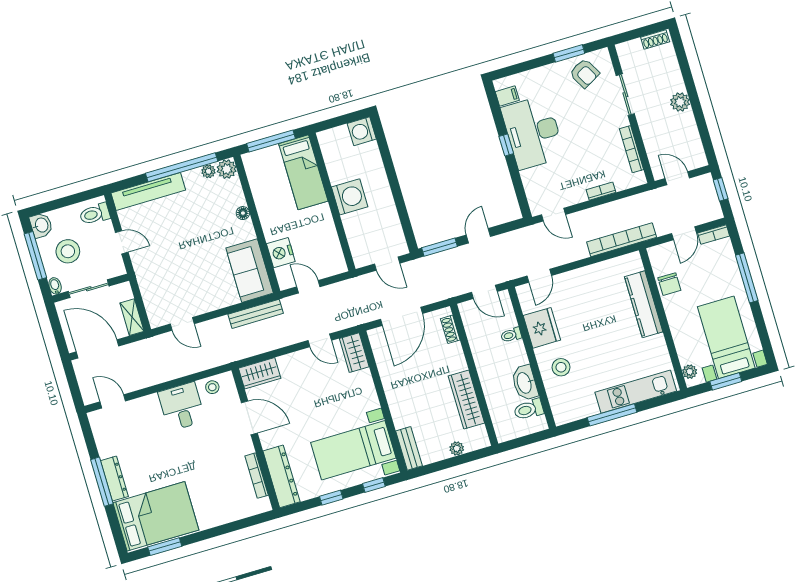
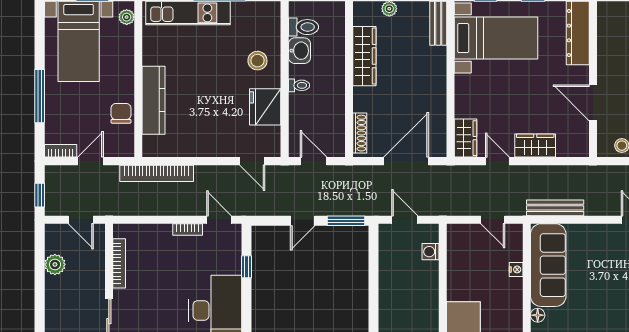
plant: (680, 102) -> (55, 264), moved
window: (506, 145) -> (247, 267), moved
bookcase: (601, 191) -> (188, 230), moved
washing machine: (350, 197) -> (431, 252), moved, width x0.53, depth x0.53
nightstand: (281, 253) -> (516, 269), width x0.53, depth x0.56
sofa: (250, 271) -> (548, 265), width x1.36
door: (539, 276) -> (252, 161), swing flipped
shoe rack: (450, 329) -> (360, 133), width x1.43
toilet: (511, 335) -> (299, 85), moved
wardrobe: (260, 373) -> (535, 146), moved
washbasin: (525, 383) -> (300, 51), width x0.72
bookcase: (257, 476) -> (603, 41), removed

